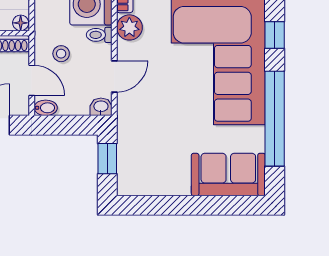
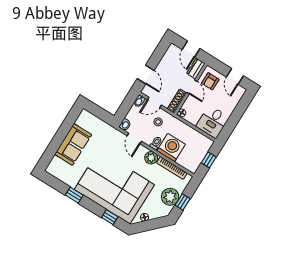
window: (275, 119) -> (74, 195), width x0.32
window: (107, 159) -> (101, 114), removed
sofa: (228, 175) -> (73, 144), moved

